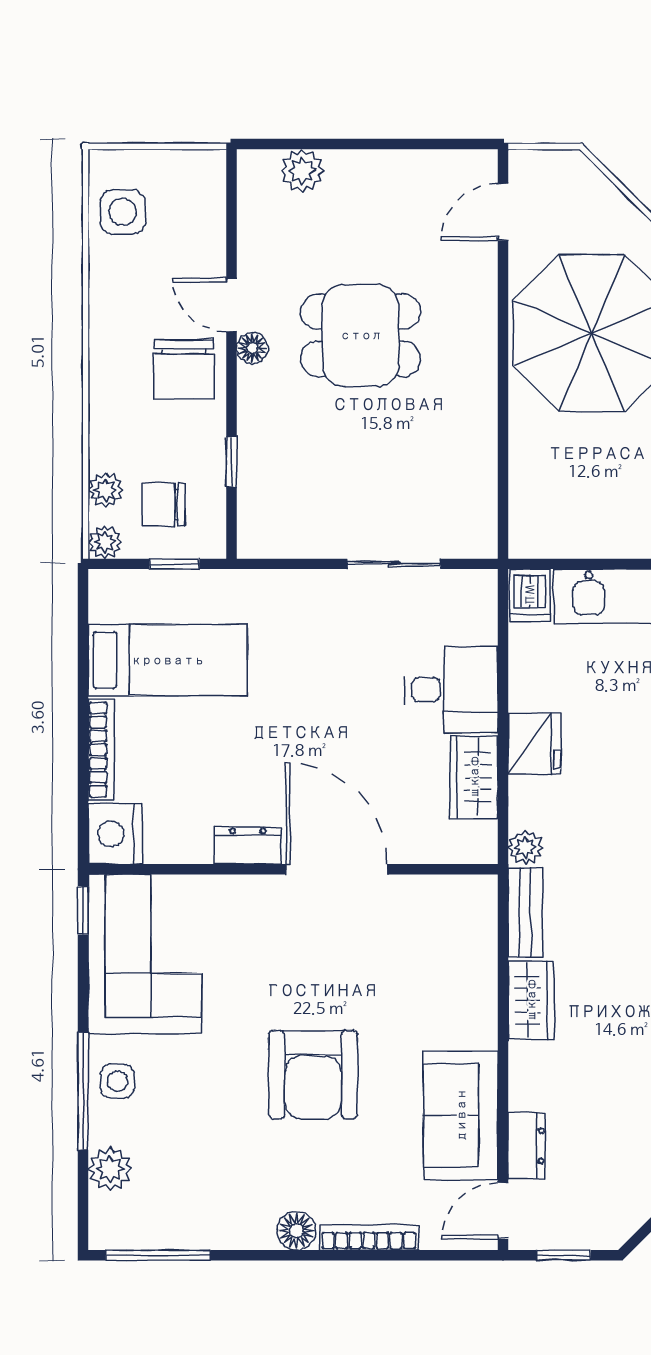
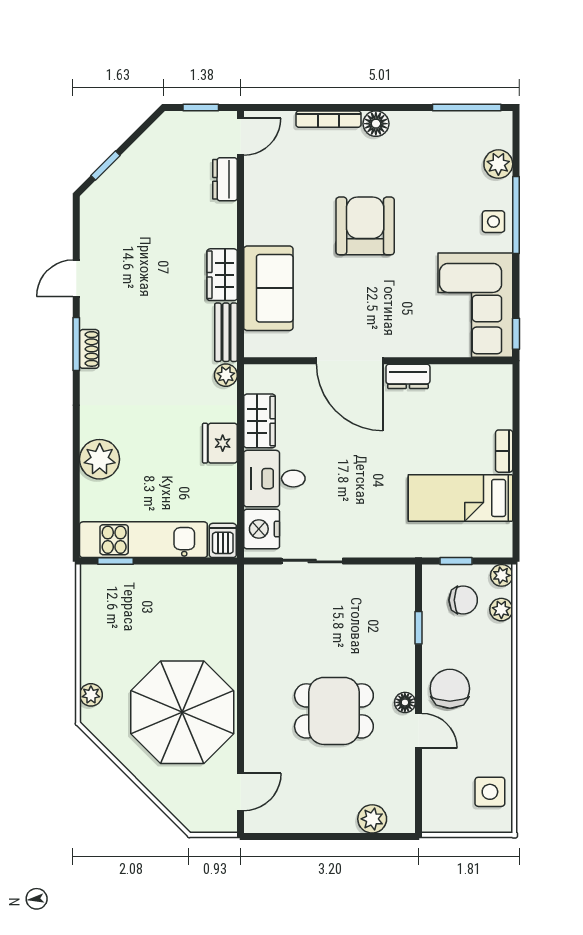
bookcase: (101, 750) -> (504, 451), width x0.64
nightstand: (115, 834) -> (262, 529), moved, turned 180
sofa: (461, 1115) -> (268, 288), moved

